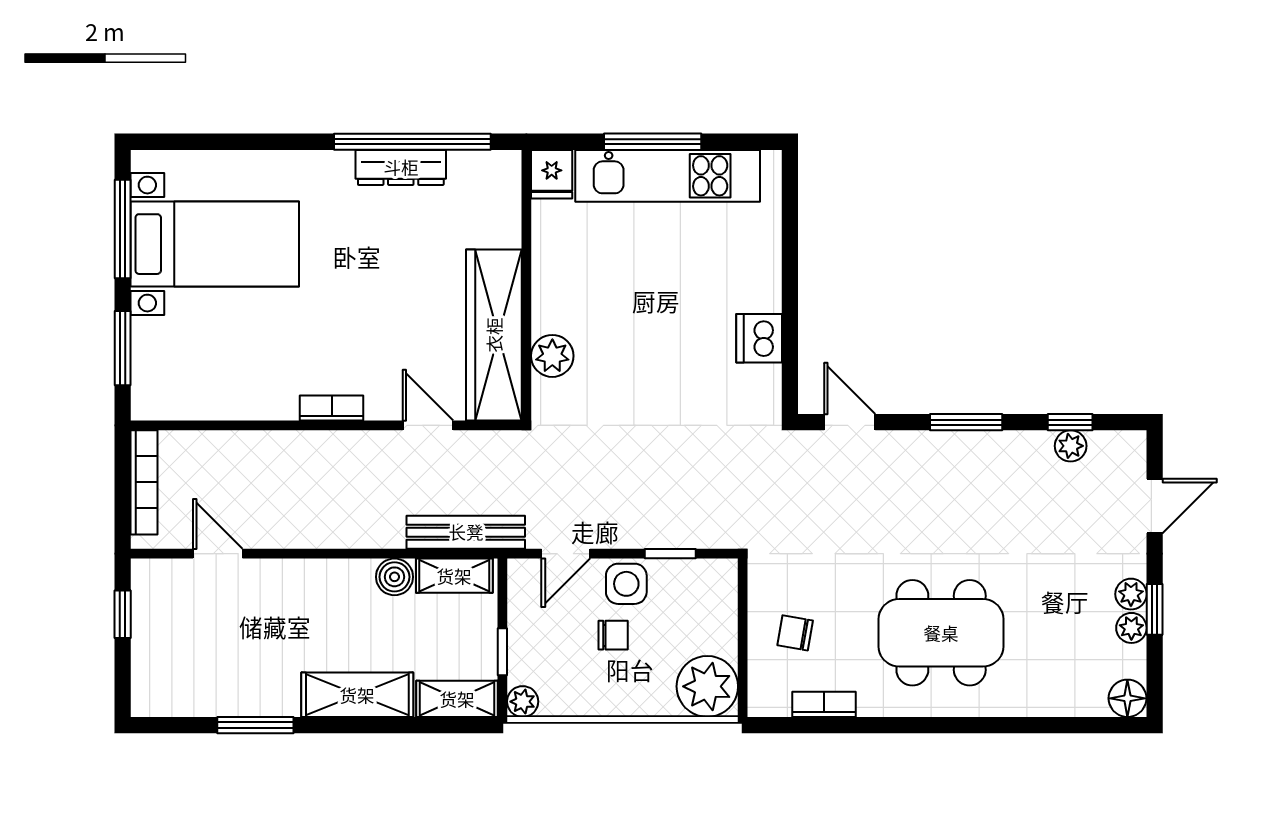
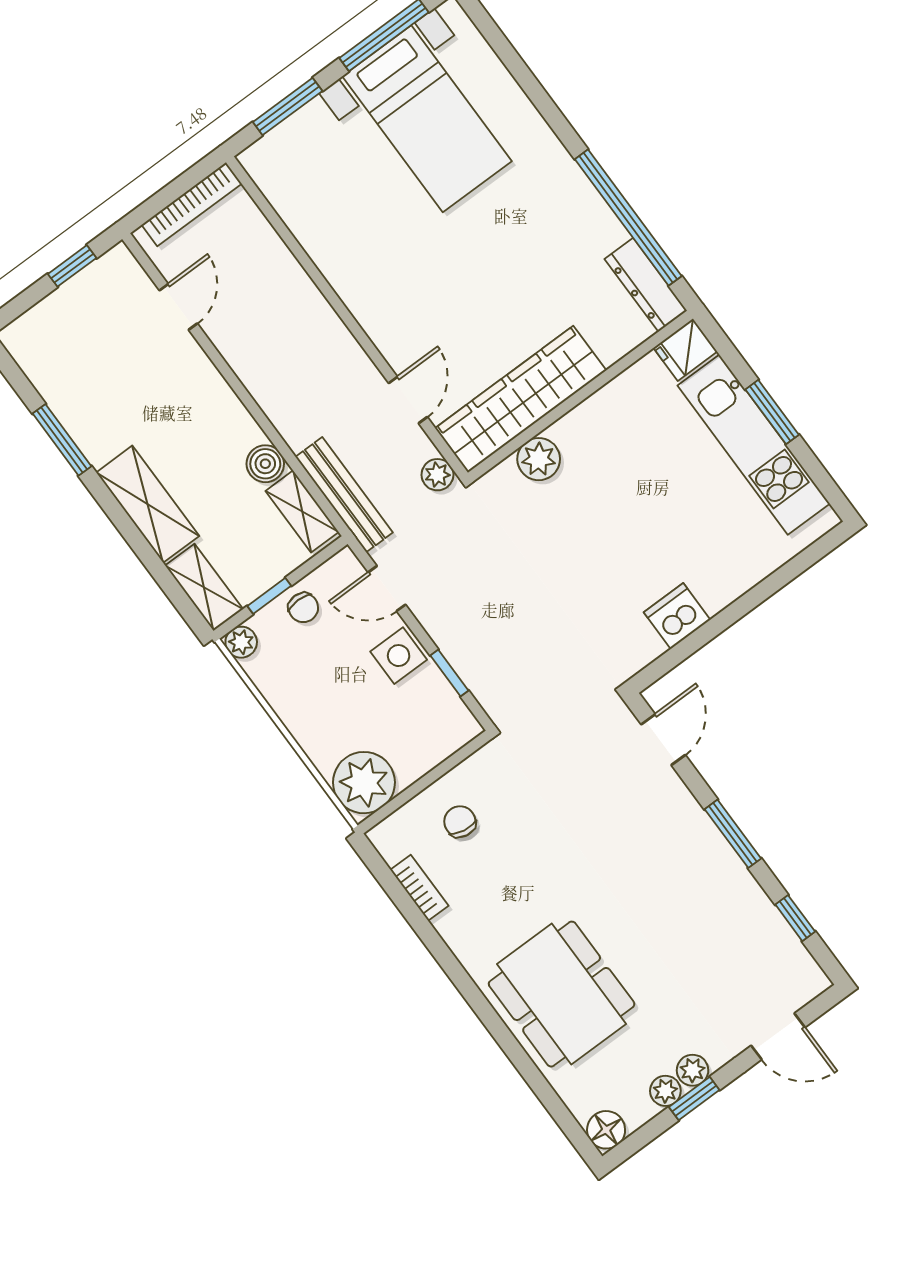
window: (653, 142) -> (772, 412), width x0.69
dresser: (401, 167) -> (646, 285), moved
bookcase: (332, 408) -> (364, 312), removed
plant: (1071, 446) -> (437, 475), moved
dining table: (941, 633) -> (562, 994), moved
chair: (613, 635) -> (303, 608), moved

